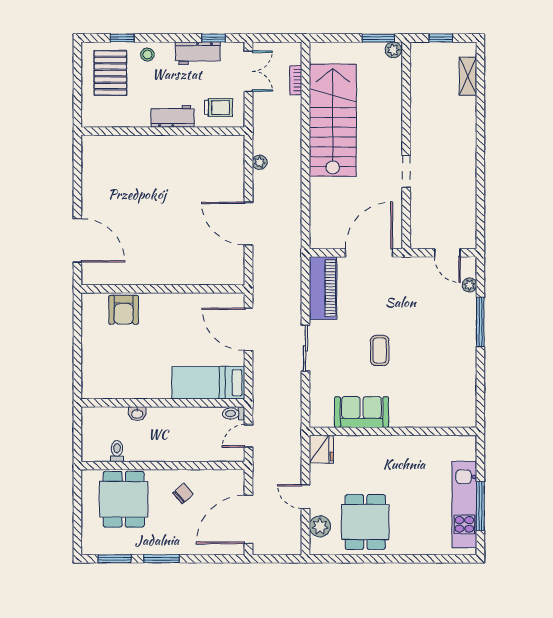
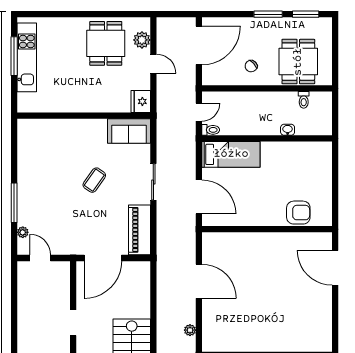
armchair: (124, 310) -> (298, 213), turned 90
coffee table: (380, 351) -> (94, 180), turned 35
sofa: (362, 412) -> (129, 131), moved

